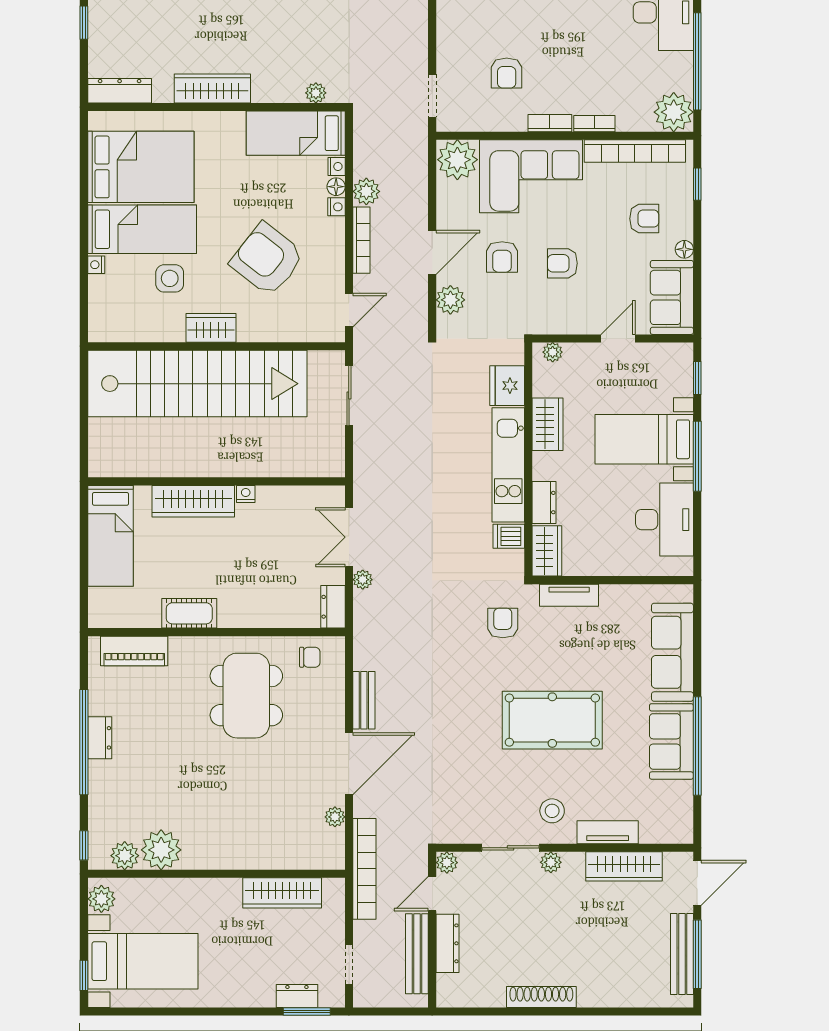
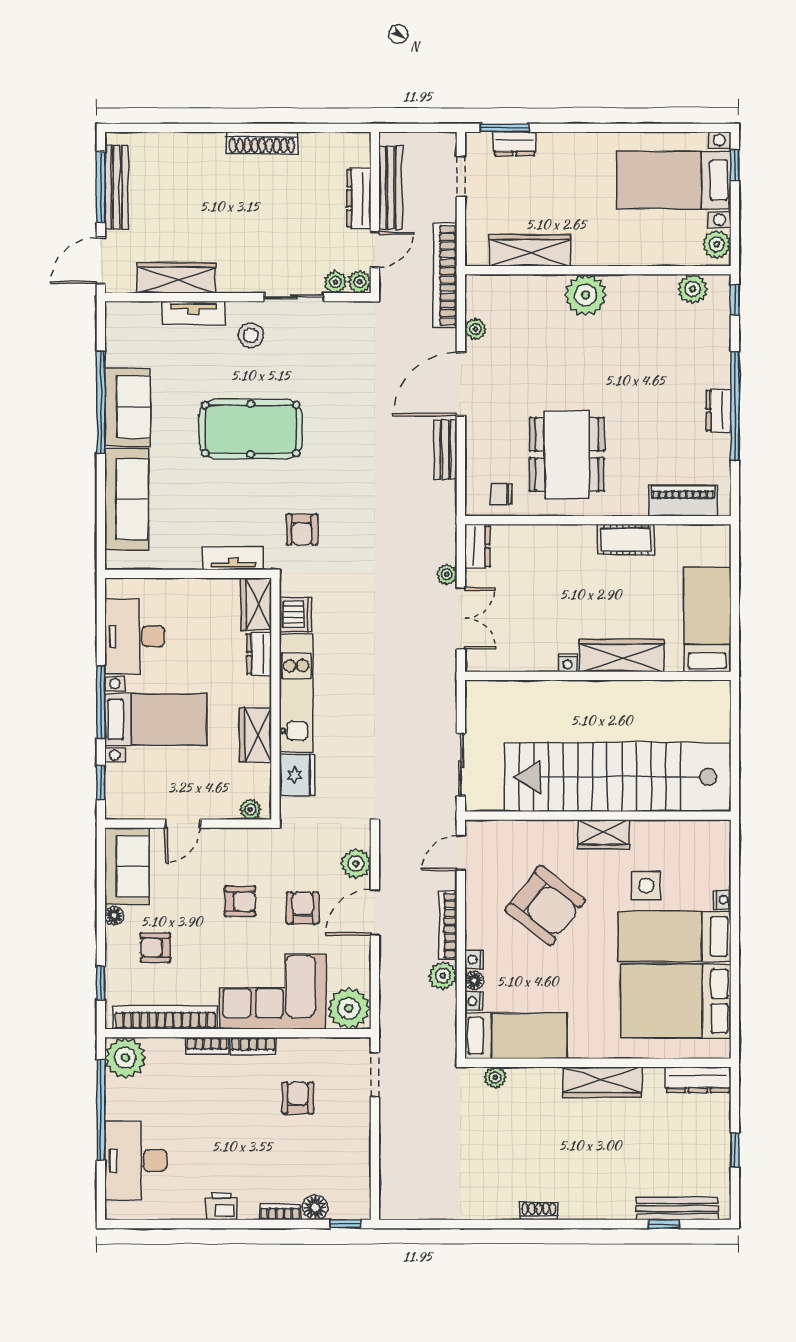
dishwasher: (509, 536) -> (296, 614), width x1.38
plant: (161, 850) -> (586, 295), moved
plant: (551, 862) -> (335, 282), moved

